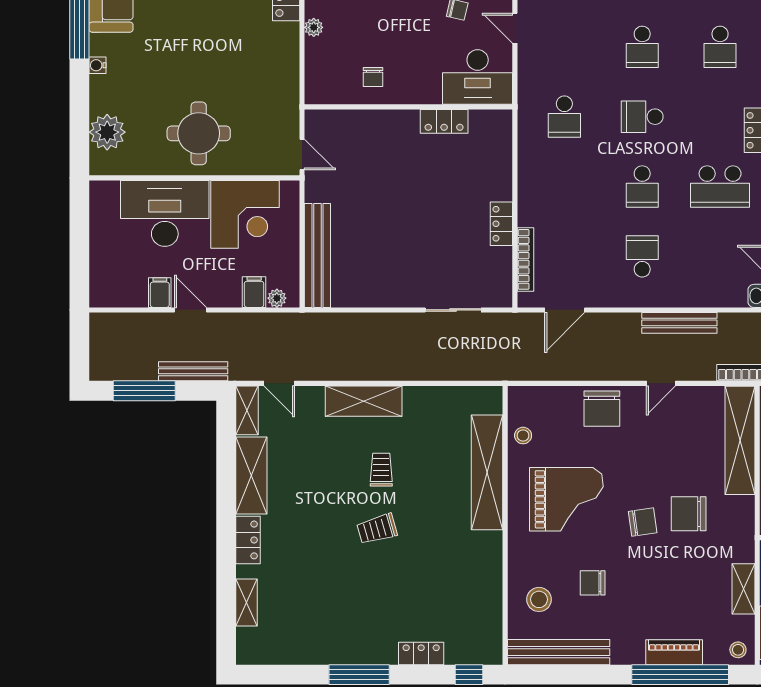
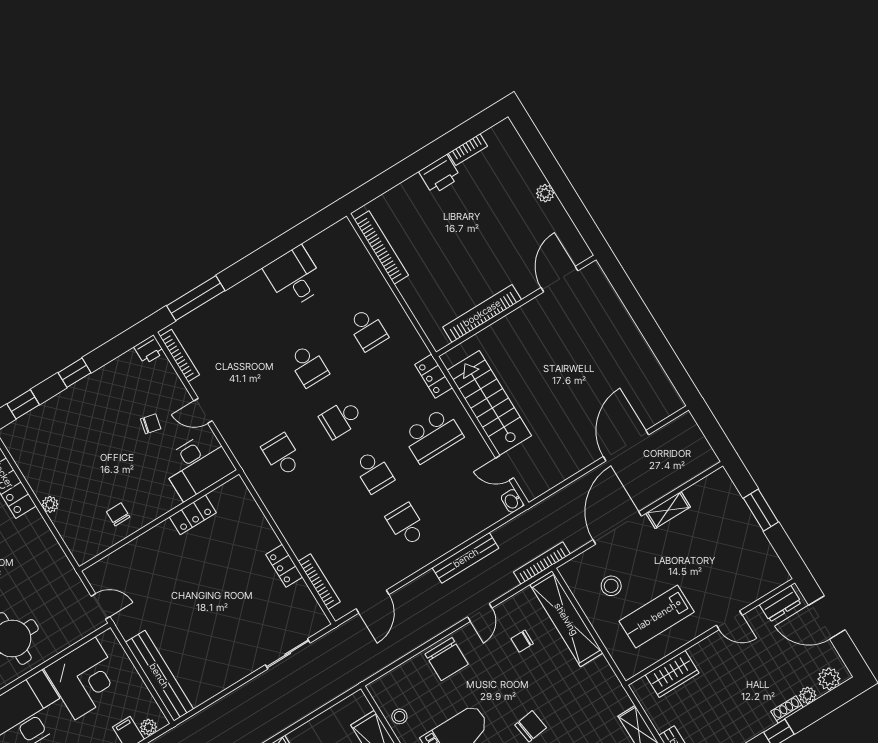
chair: (373, 77) -> (118, 514), turned 180
school desk: (564, 117) -> (282, 455), turned 180
chair: (689, 514) -> (522, 641), moved, width x0.54, depth x0.54

